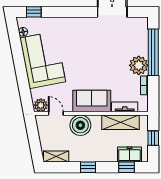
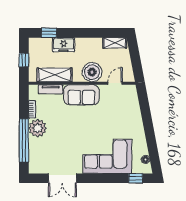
corner sofa: (43, 60) -> (107, 156), moved, turned 101
plant: (41, 105) -> (129, 91), removed
door: (56, 113) -> (115, 83), swing flipped
freezer: (129, 155) -> (64, 45), moved
window: (88, 167) -> (85, 33), removed

